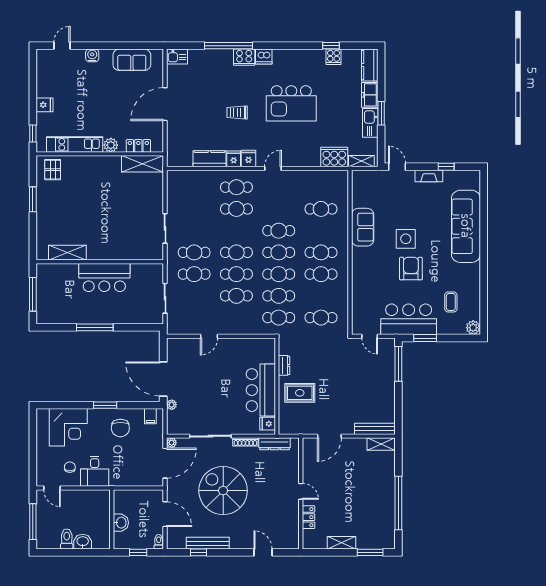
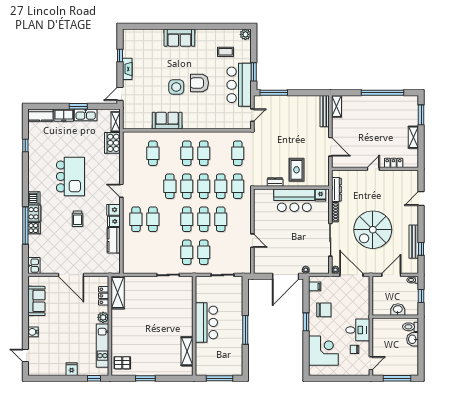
cooker: (333, 57) -> (34, 228), moved
sofa: (466, 226) -> (179, 38), width x0.54, depth x0.79
toilet: (67, 539) -> (411, 327), moved

